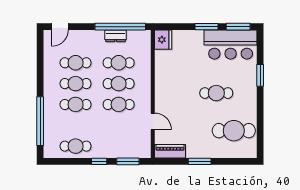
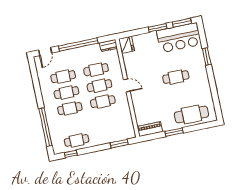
window: (120, 27) -> (78, 45), moved
dresser: (115, 36) -> (108, 46), moved
door: (153, 121) -> (127, 85), moved
cafe table: (234, 131) -> (191, 115), moved
window: (99, 161) -> (71, 154), moved

